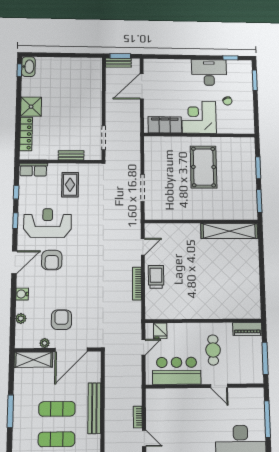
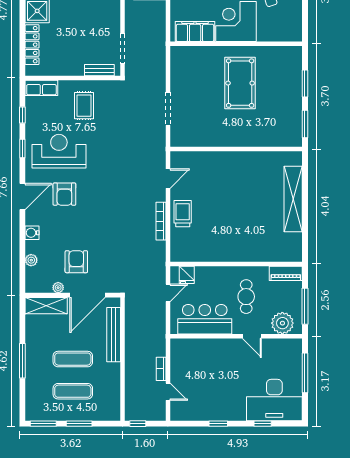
bench: (71, 155) -> (99, 70), moved
shelving: (229, 231) -> (293, 199), moved, turned 90
plant: (246, 374) -> (282, 323), added
bench: (94, 408) -> (114, 335), moved

